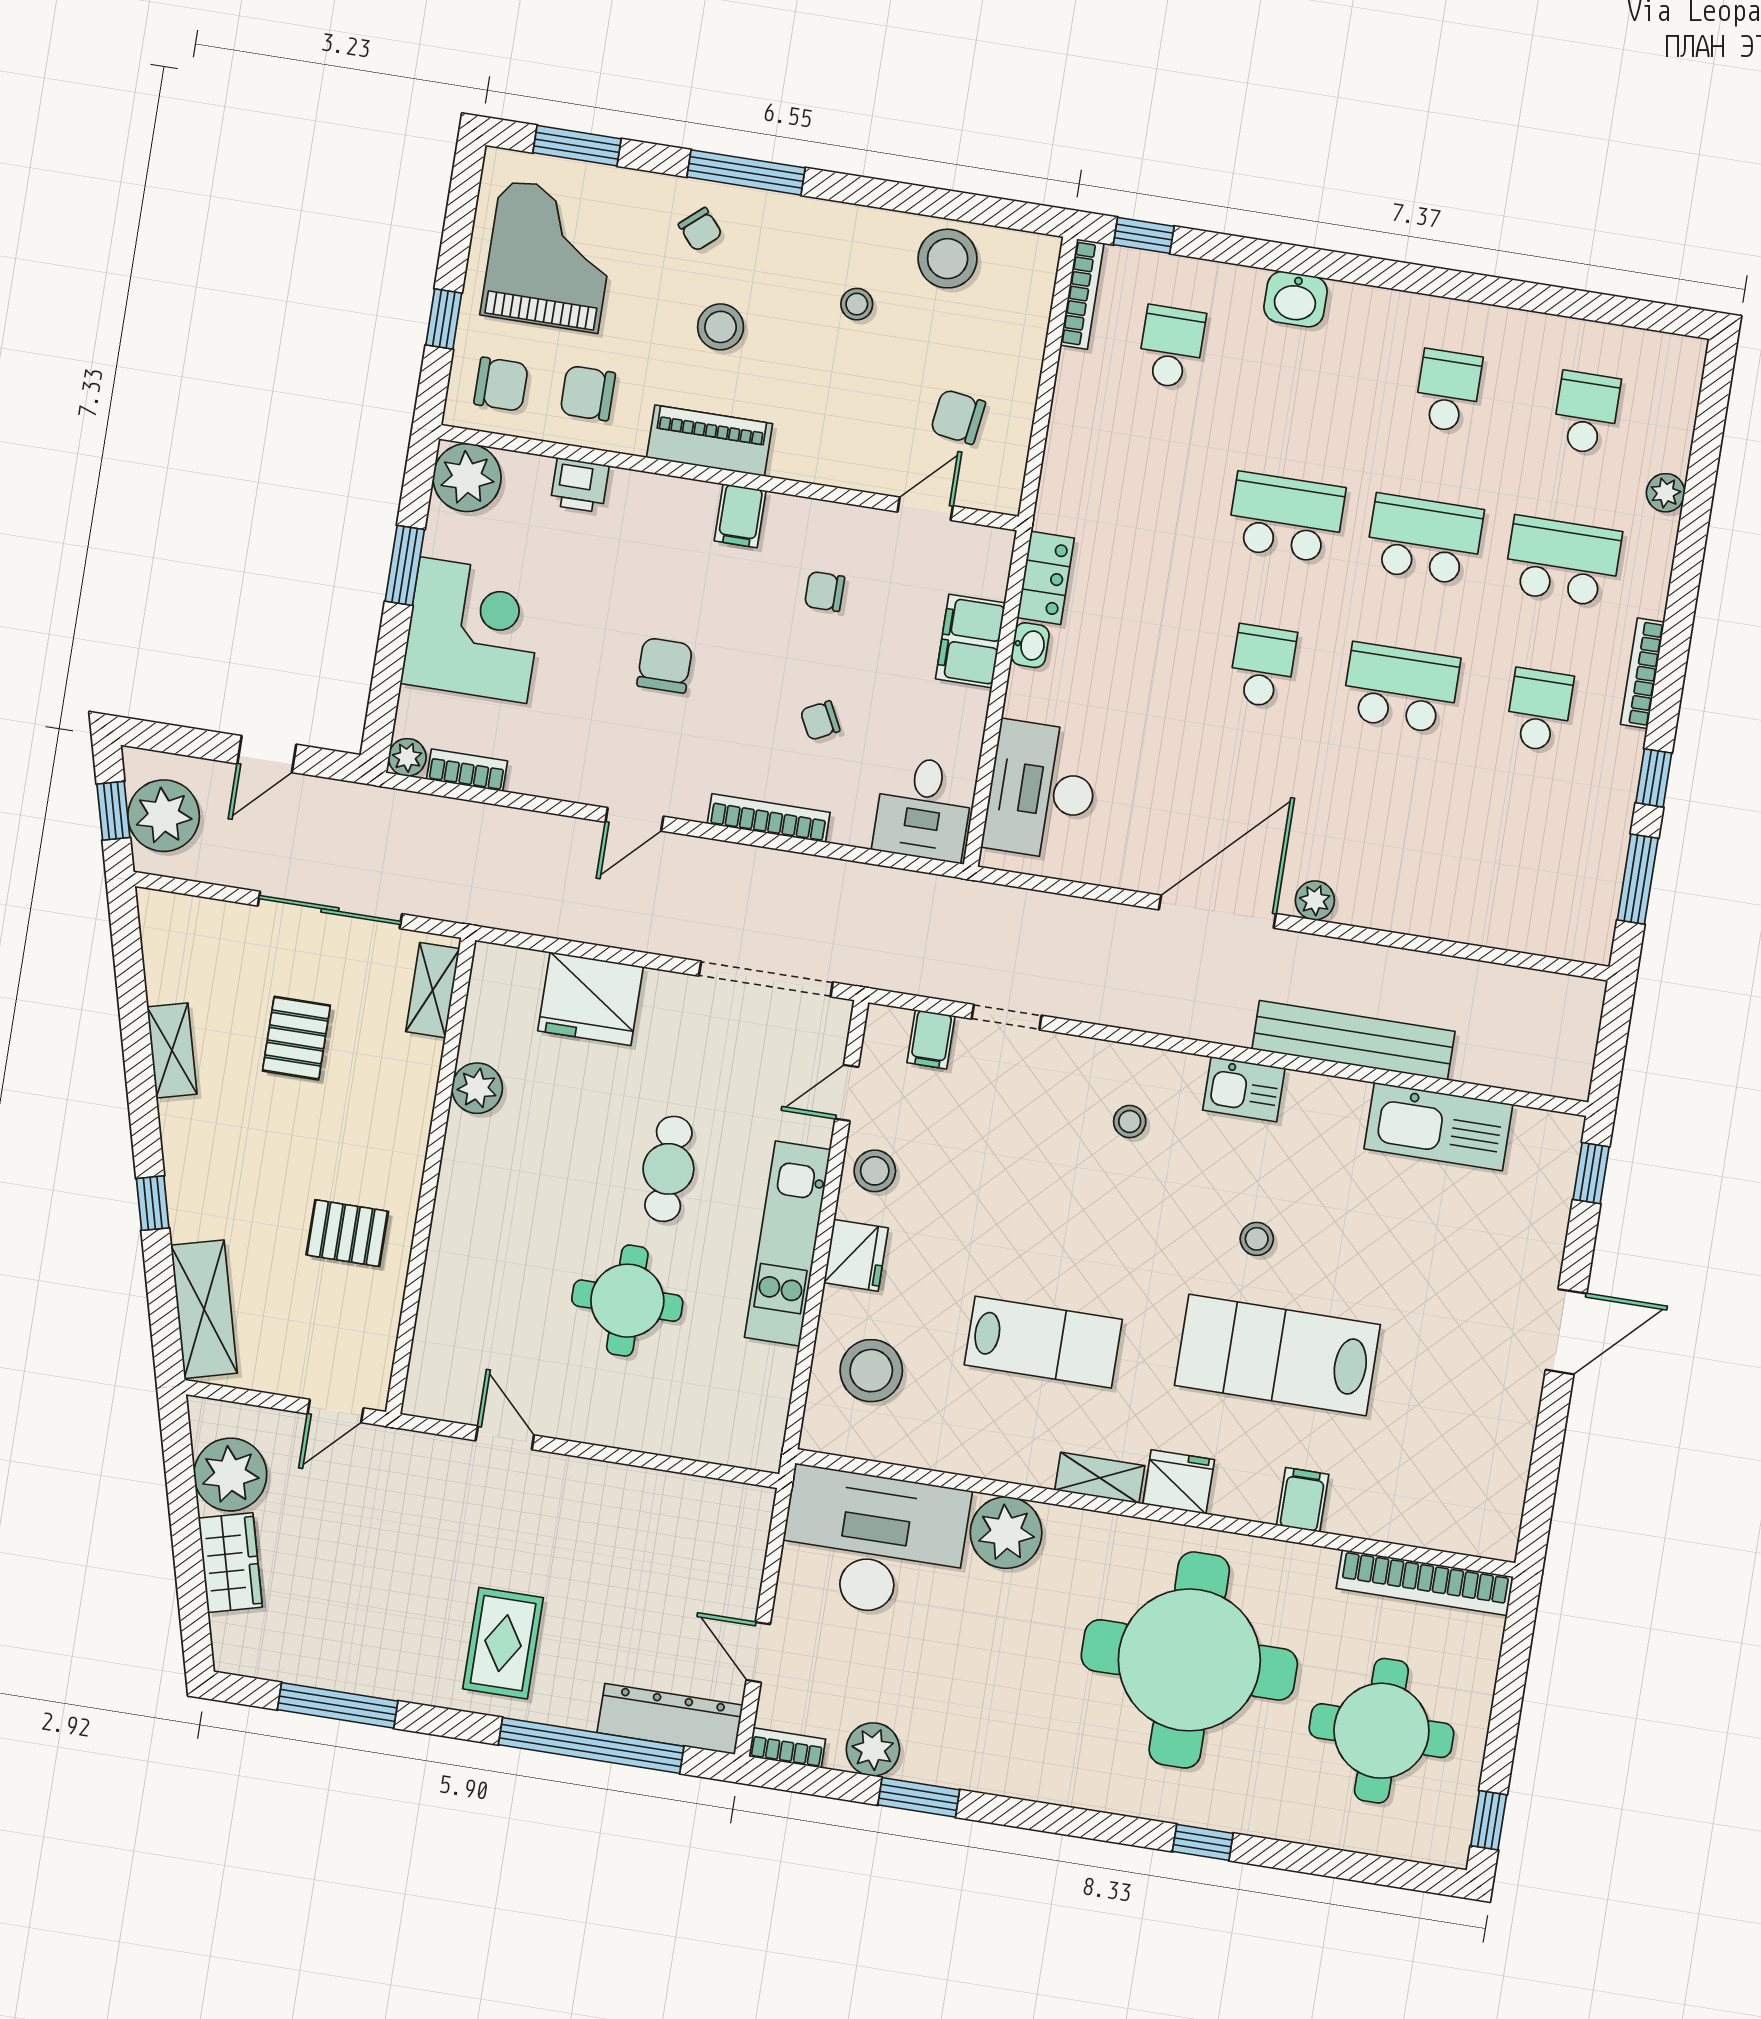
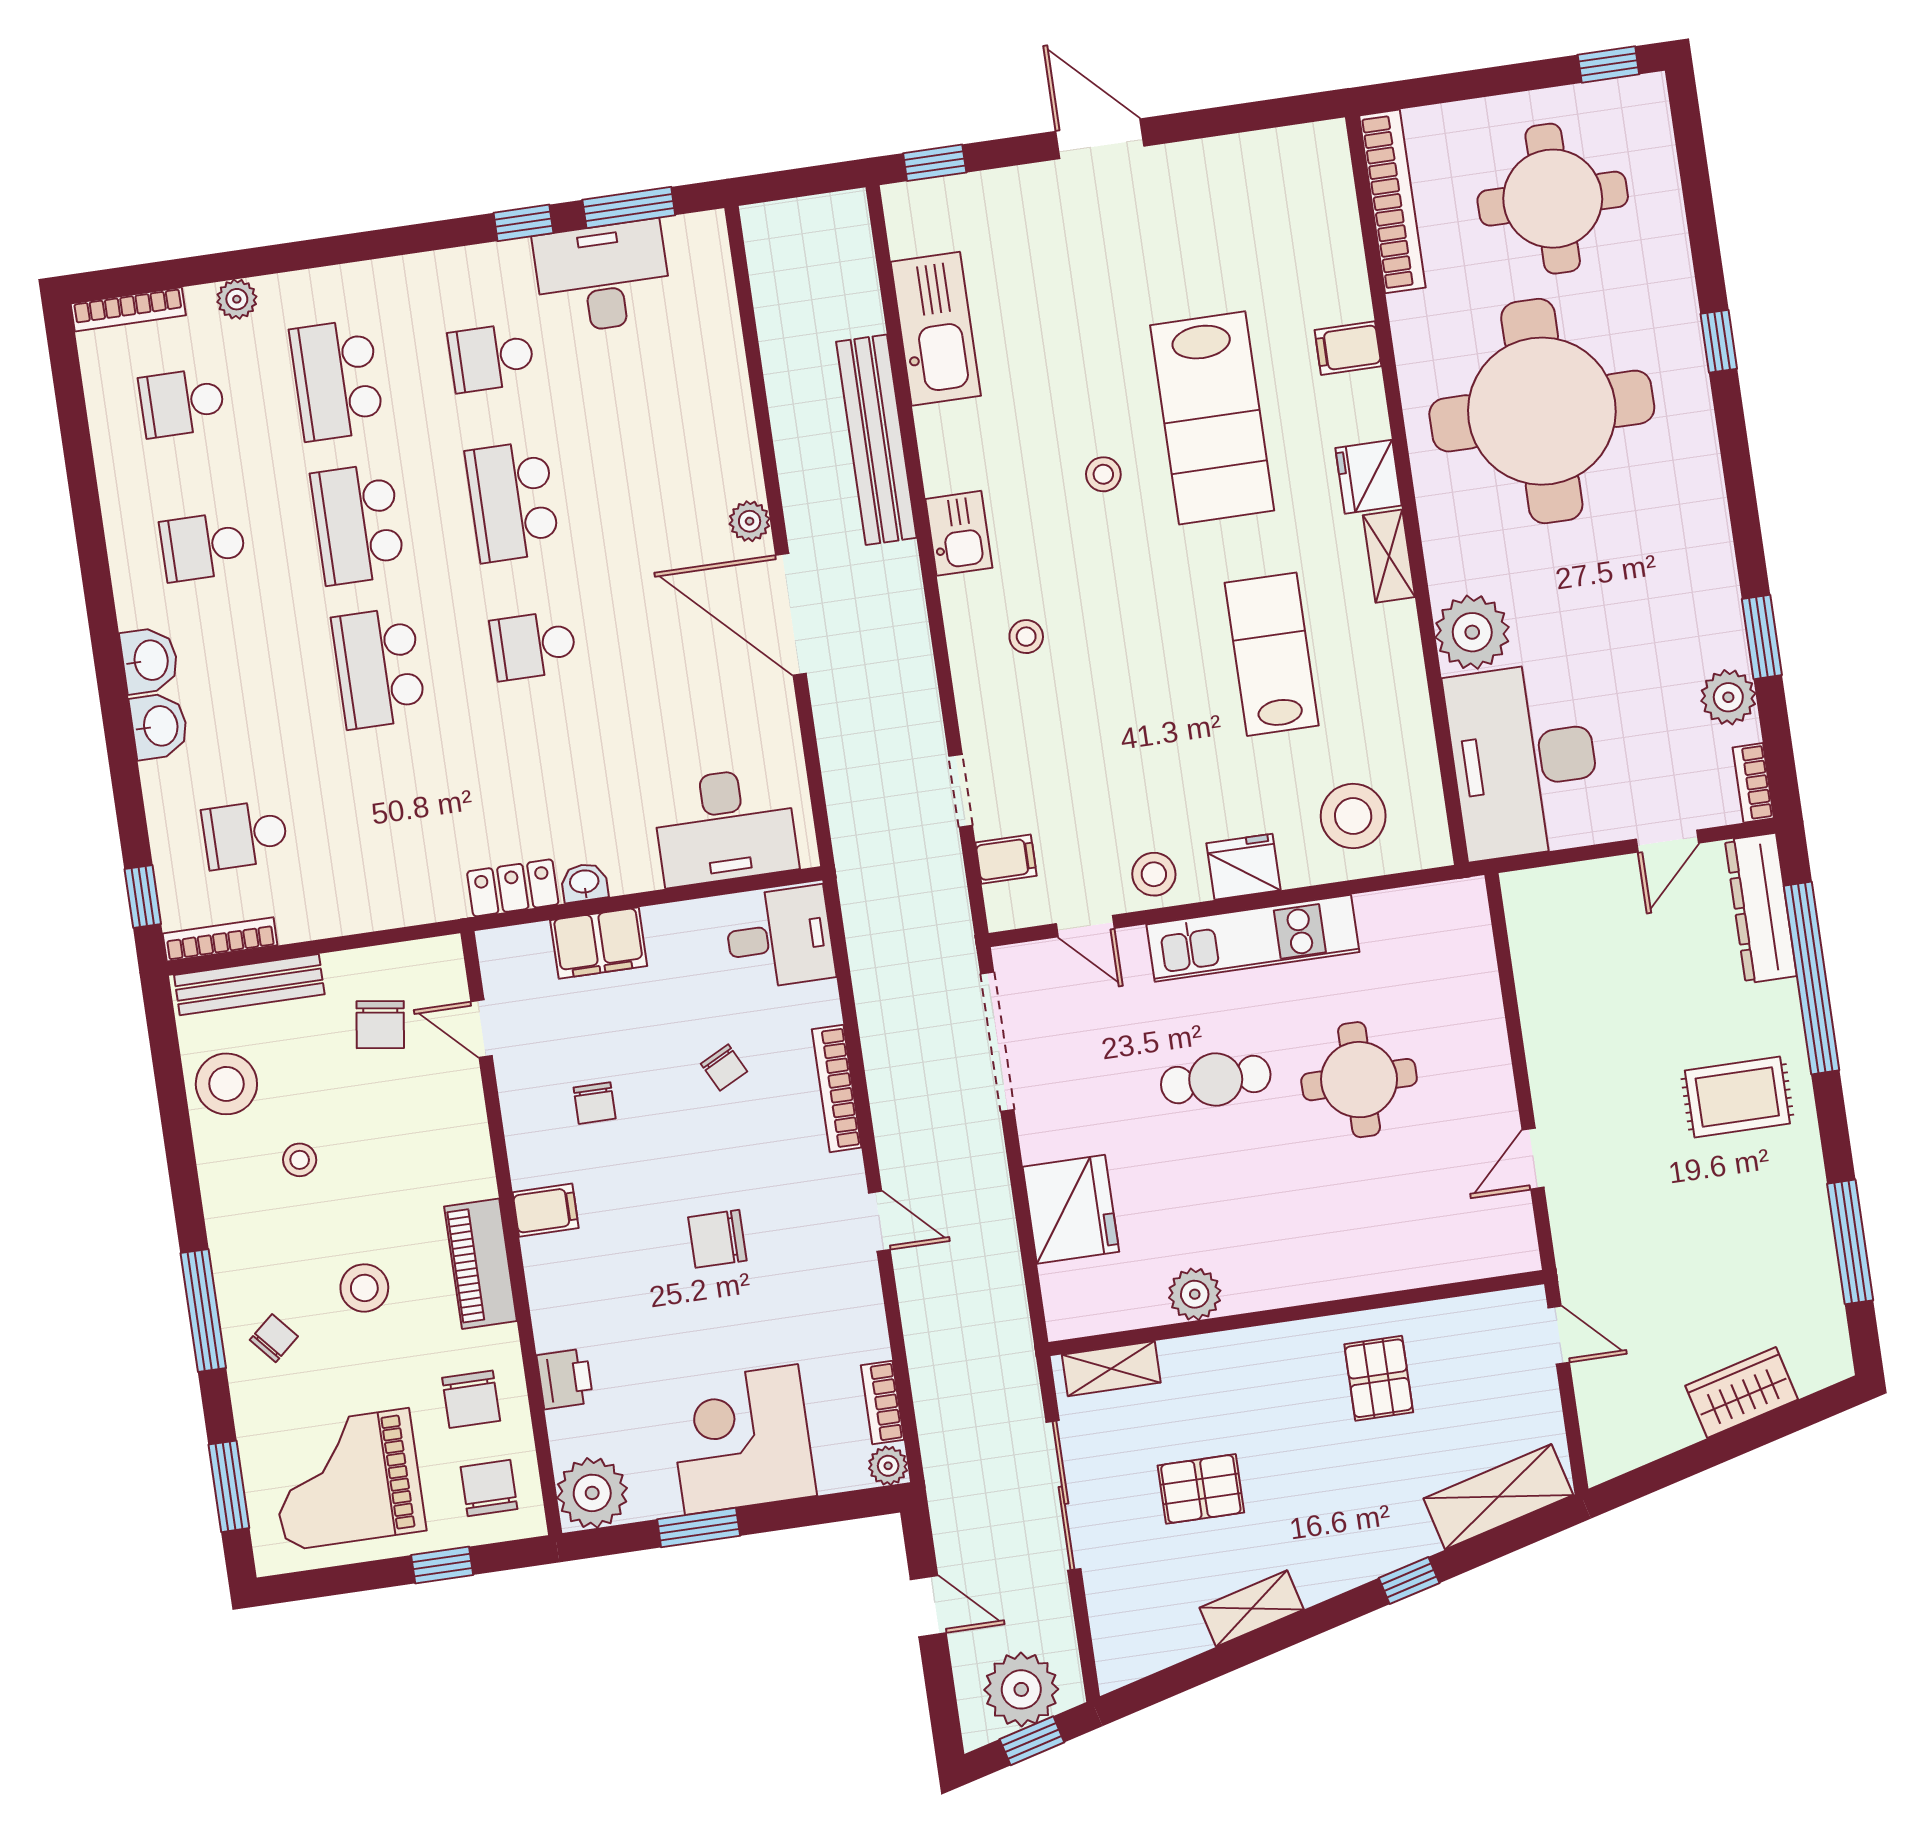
bench: (1032, 308) -> (249, 985), added
washbasin: (1359, 309) -> (150, 660), added
bookcase: (1642, 673) -> (128, 309), moved
desk: (1581, 835) -> (602, 277), added
plant: (230, 1475) -> (1654, 1420), removed

